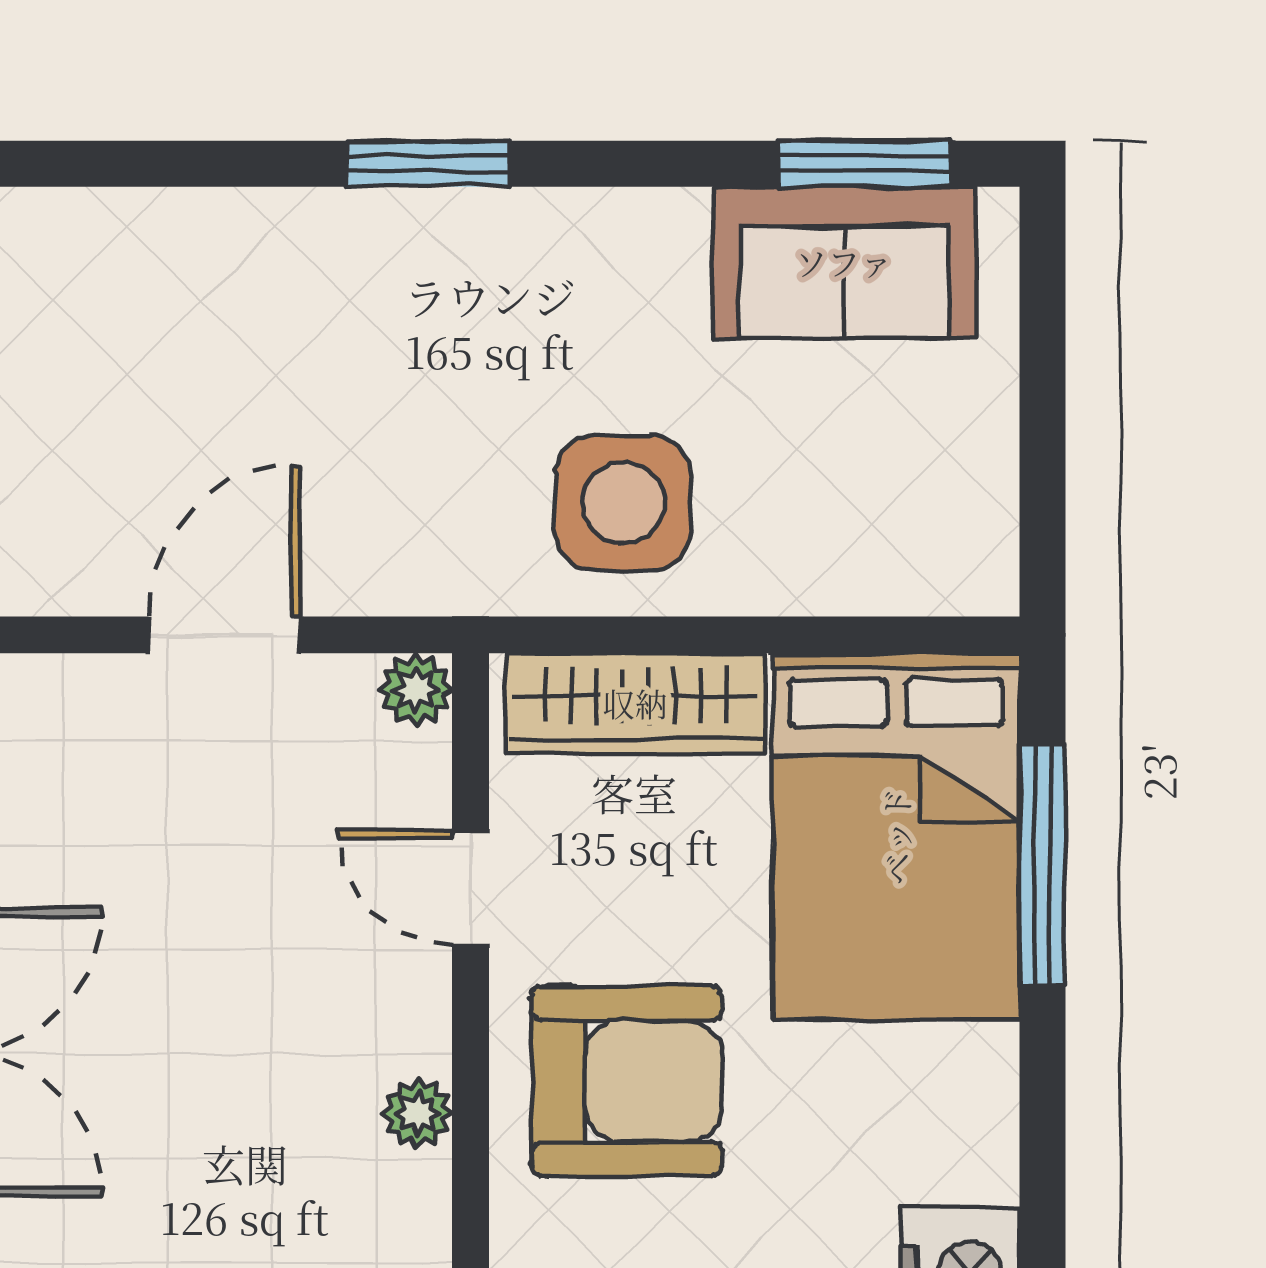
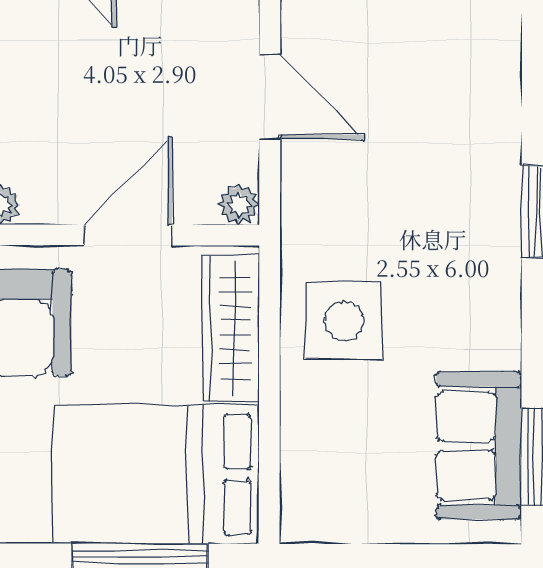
door: (471, 887) -> (128, 235), width x1.38

